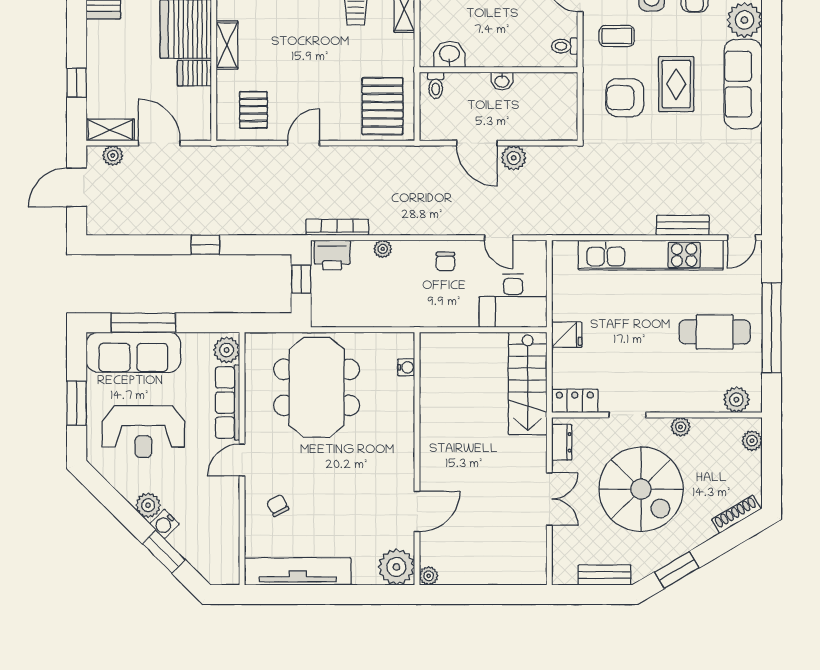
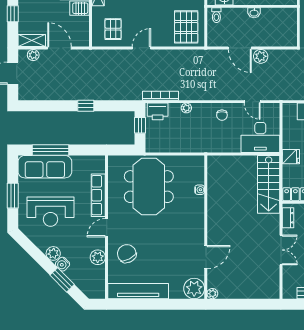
plant: (227, 350) -> (98, 257), moved
water cooler: (406, 367) -> (200, 190), moved
chair: (278, 506) -> (127, 254), width x1.87, depth x1.87

